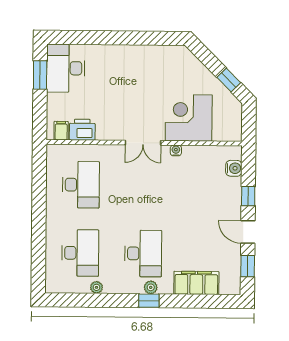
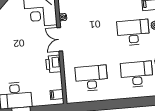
printer: (82, 130) -> (53, 64), moved
double door: (143, 143) -> (60, 39), swing flipped

